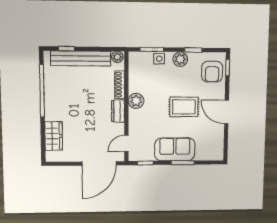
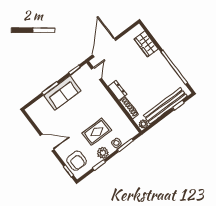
armchair: (212, 72) -> (77, 161), turned 180
plant: (136, 101) -> (111, 105), removed
rug: (184, 107) -> (97, 132), moved

